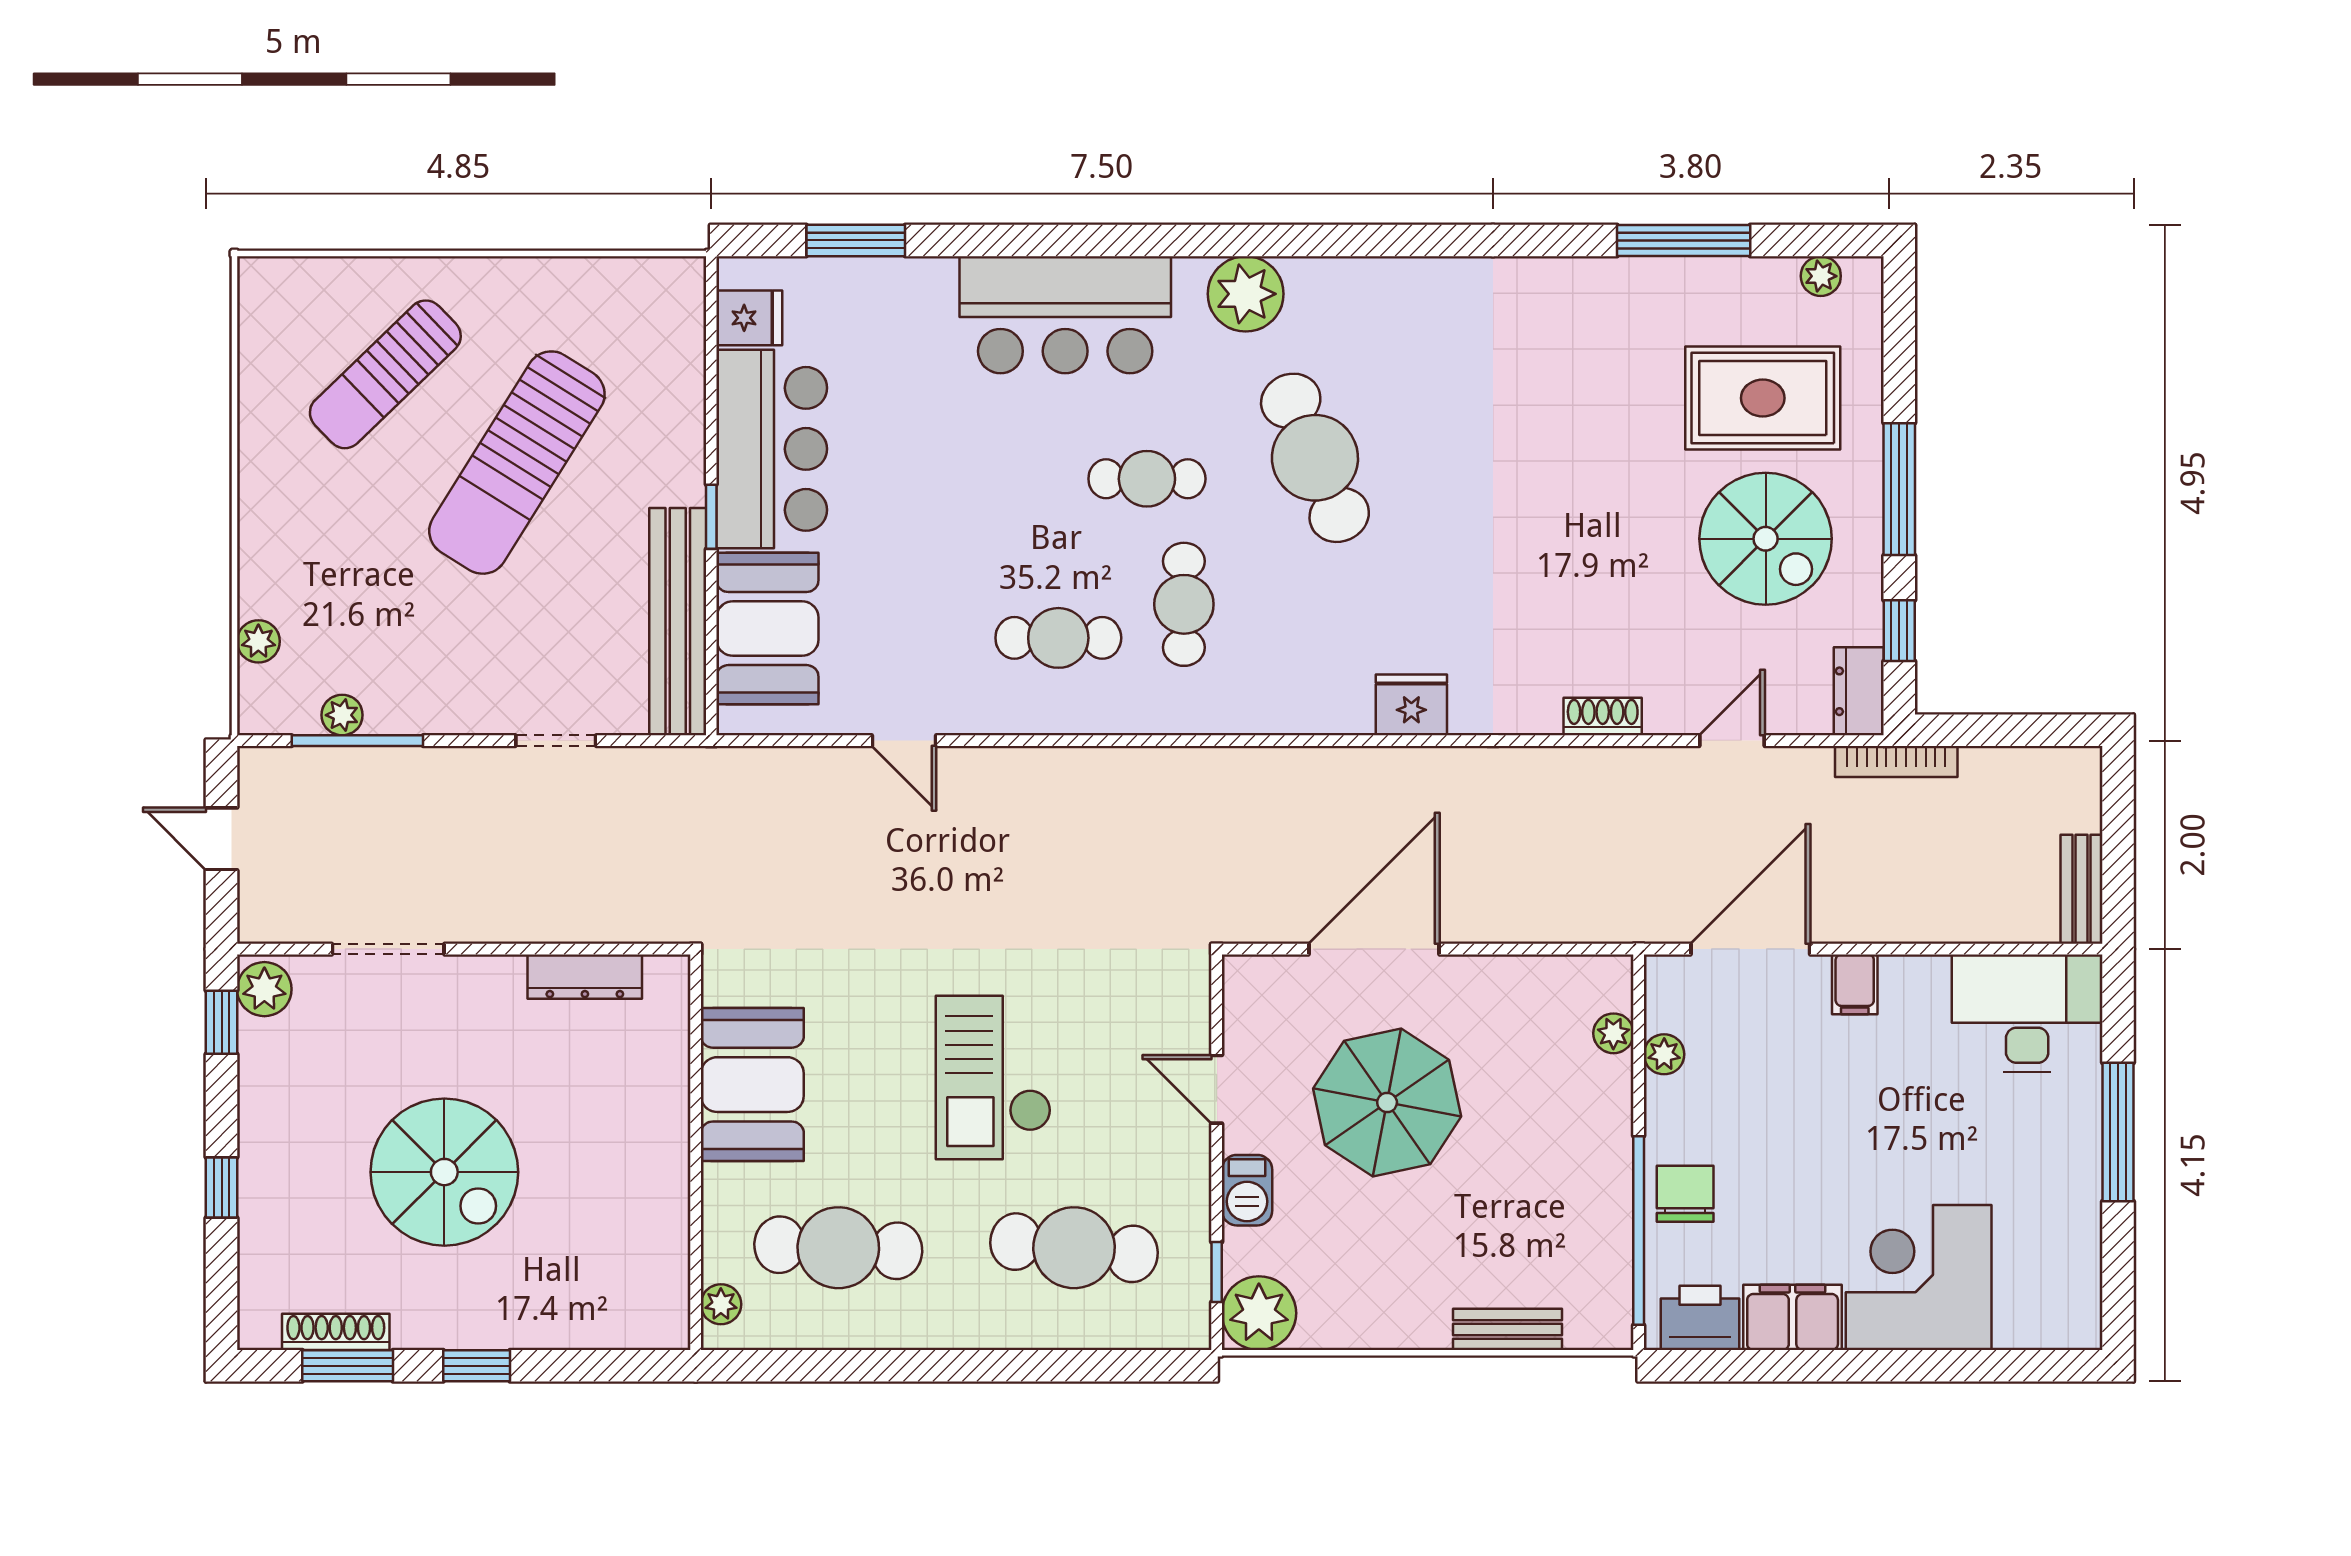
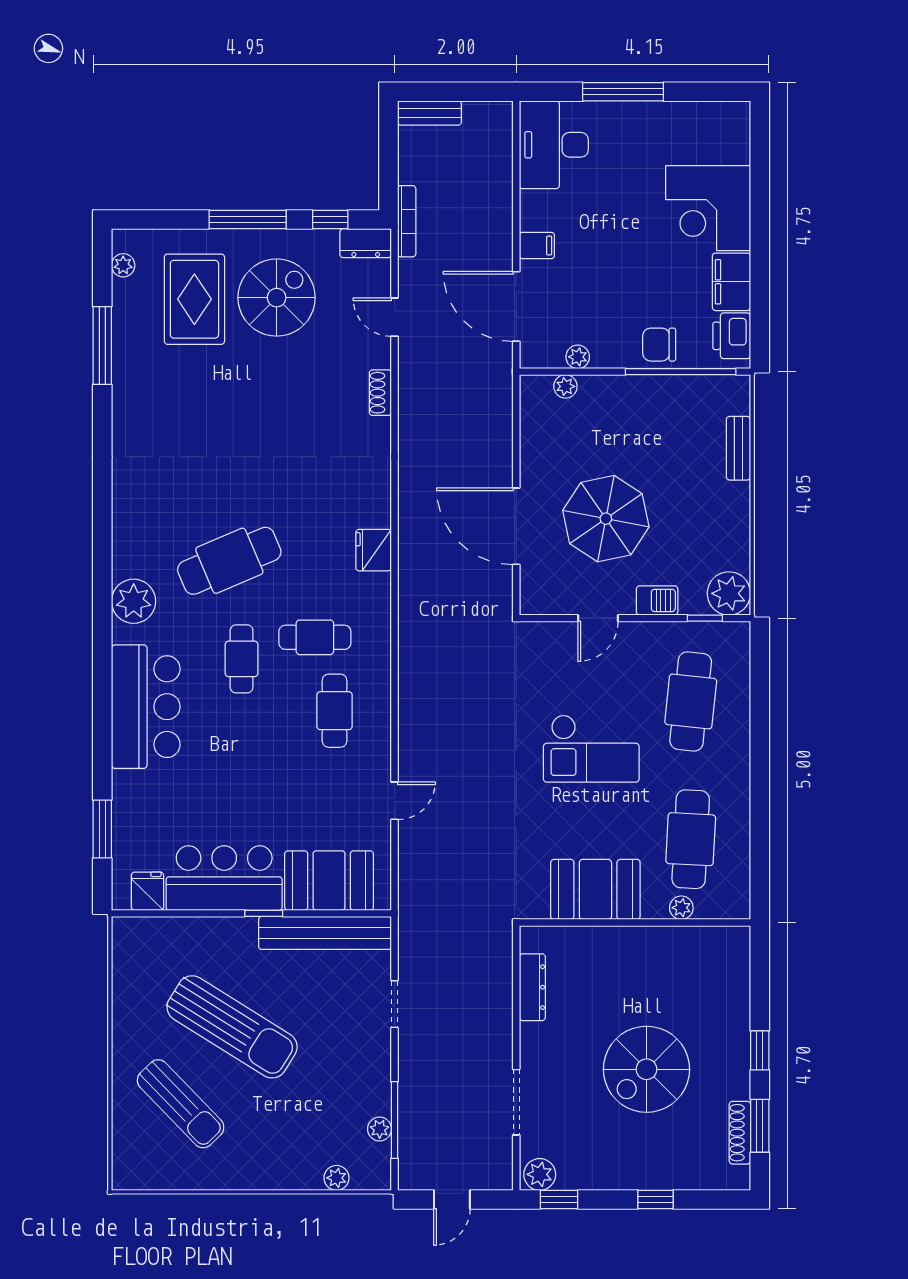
fridge: (1411, 705) -> (374, 550), moved
bench: (2082, 889) -> (429, 113), moved
spiral stairs: (444, 1172) -> (647, 1069), turned 180
plant: (721, 1304) -> (681, 908), moved

